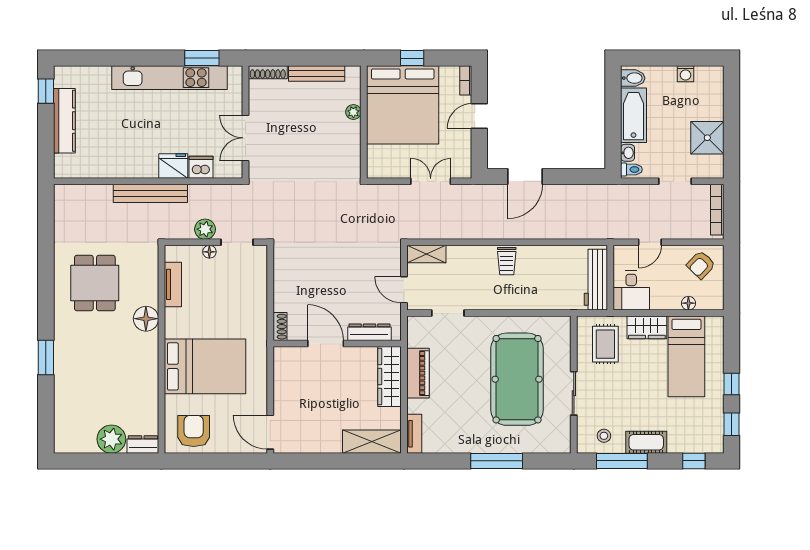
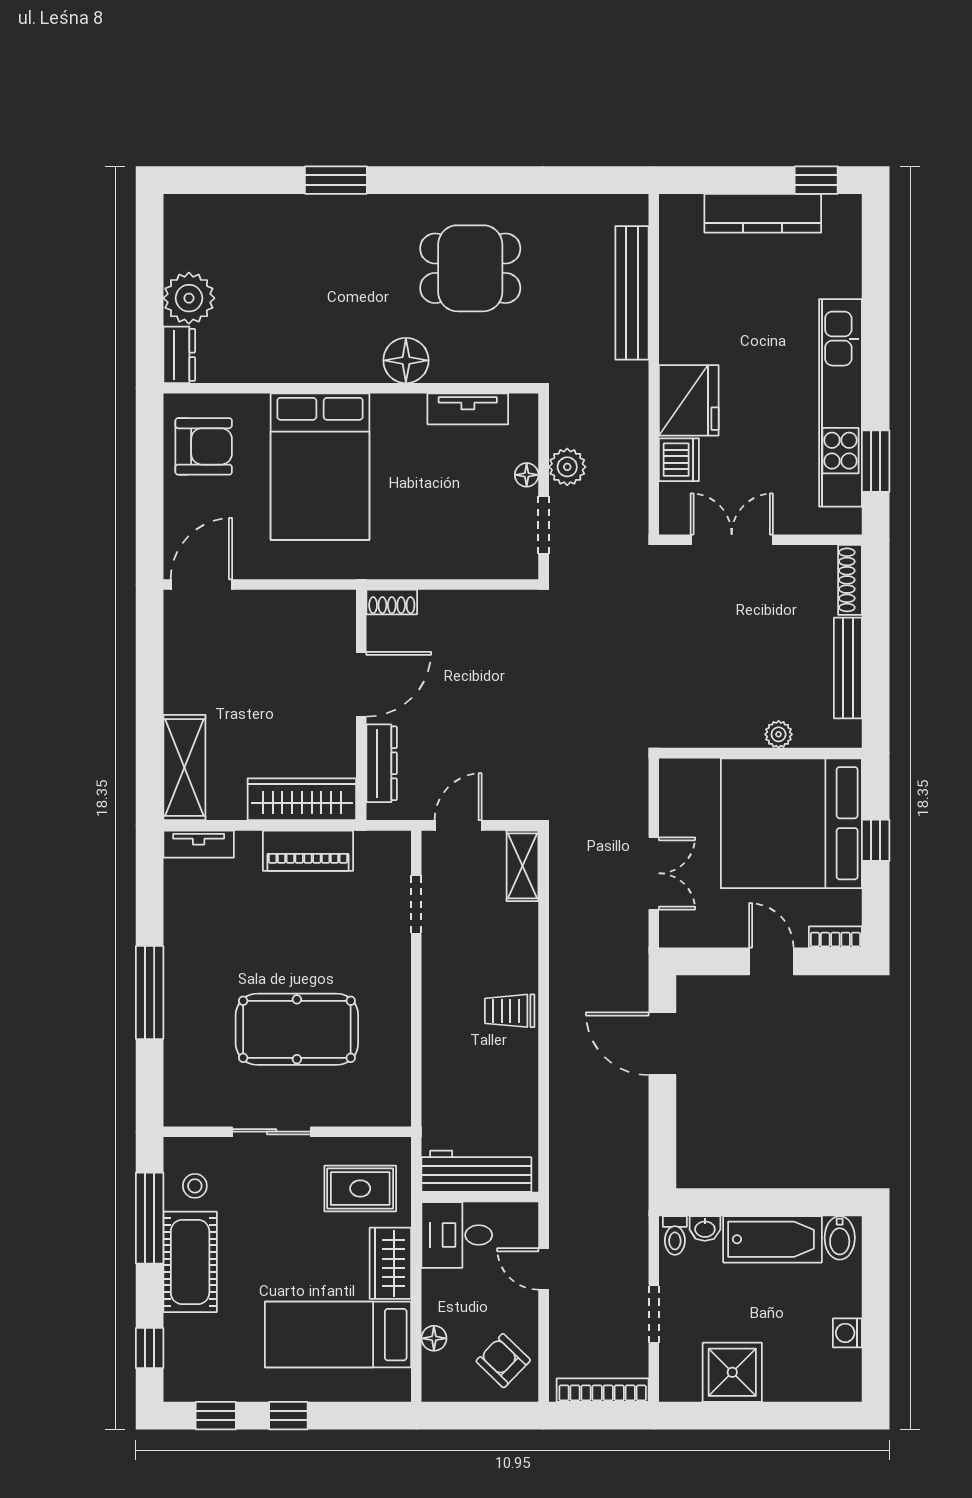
fridge: (173, 166) -> (689, 400), width x1.36, depth x1.34
bench: (150, 193) -> (632, 293), moved
pool table: (517, 379) -> (297, 1029), width x0.73, depth x0.76
cot: (646, 442) -> (190, 1262), width x1.37, depth x1.34

